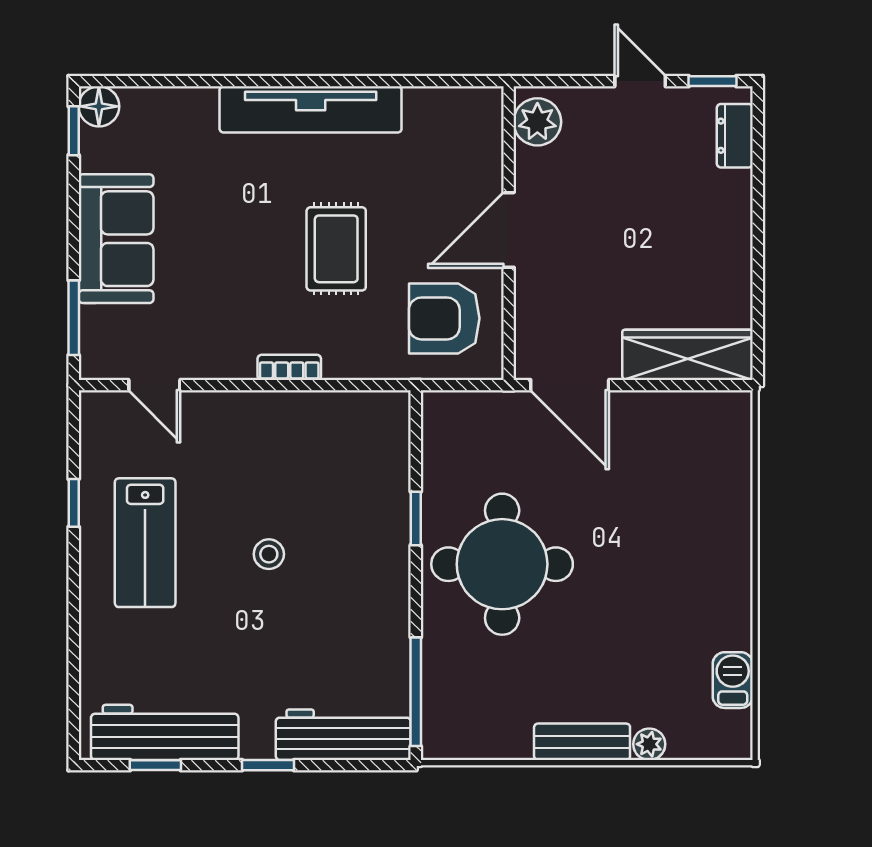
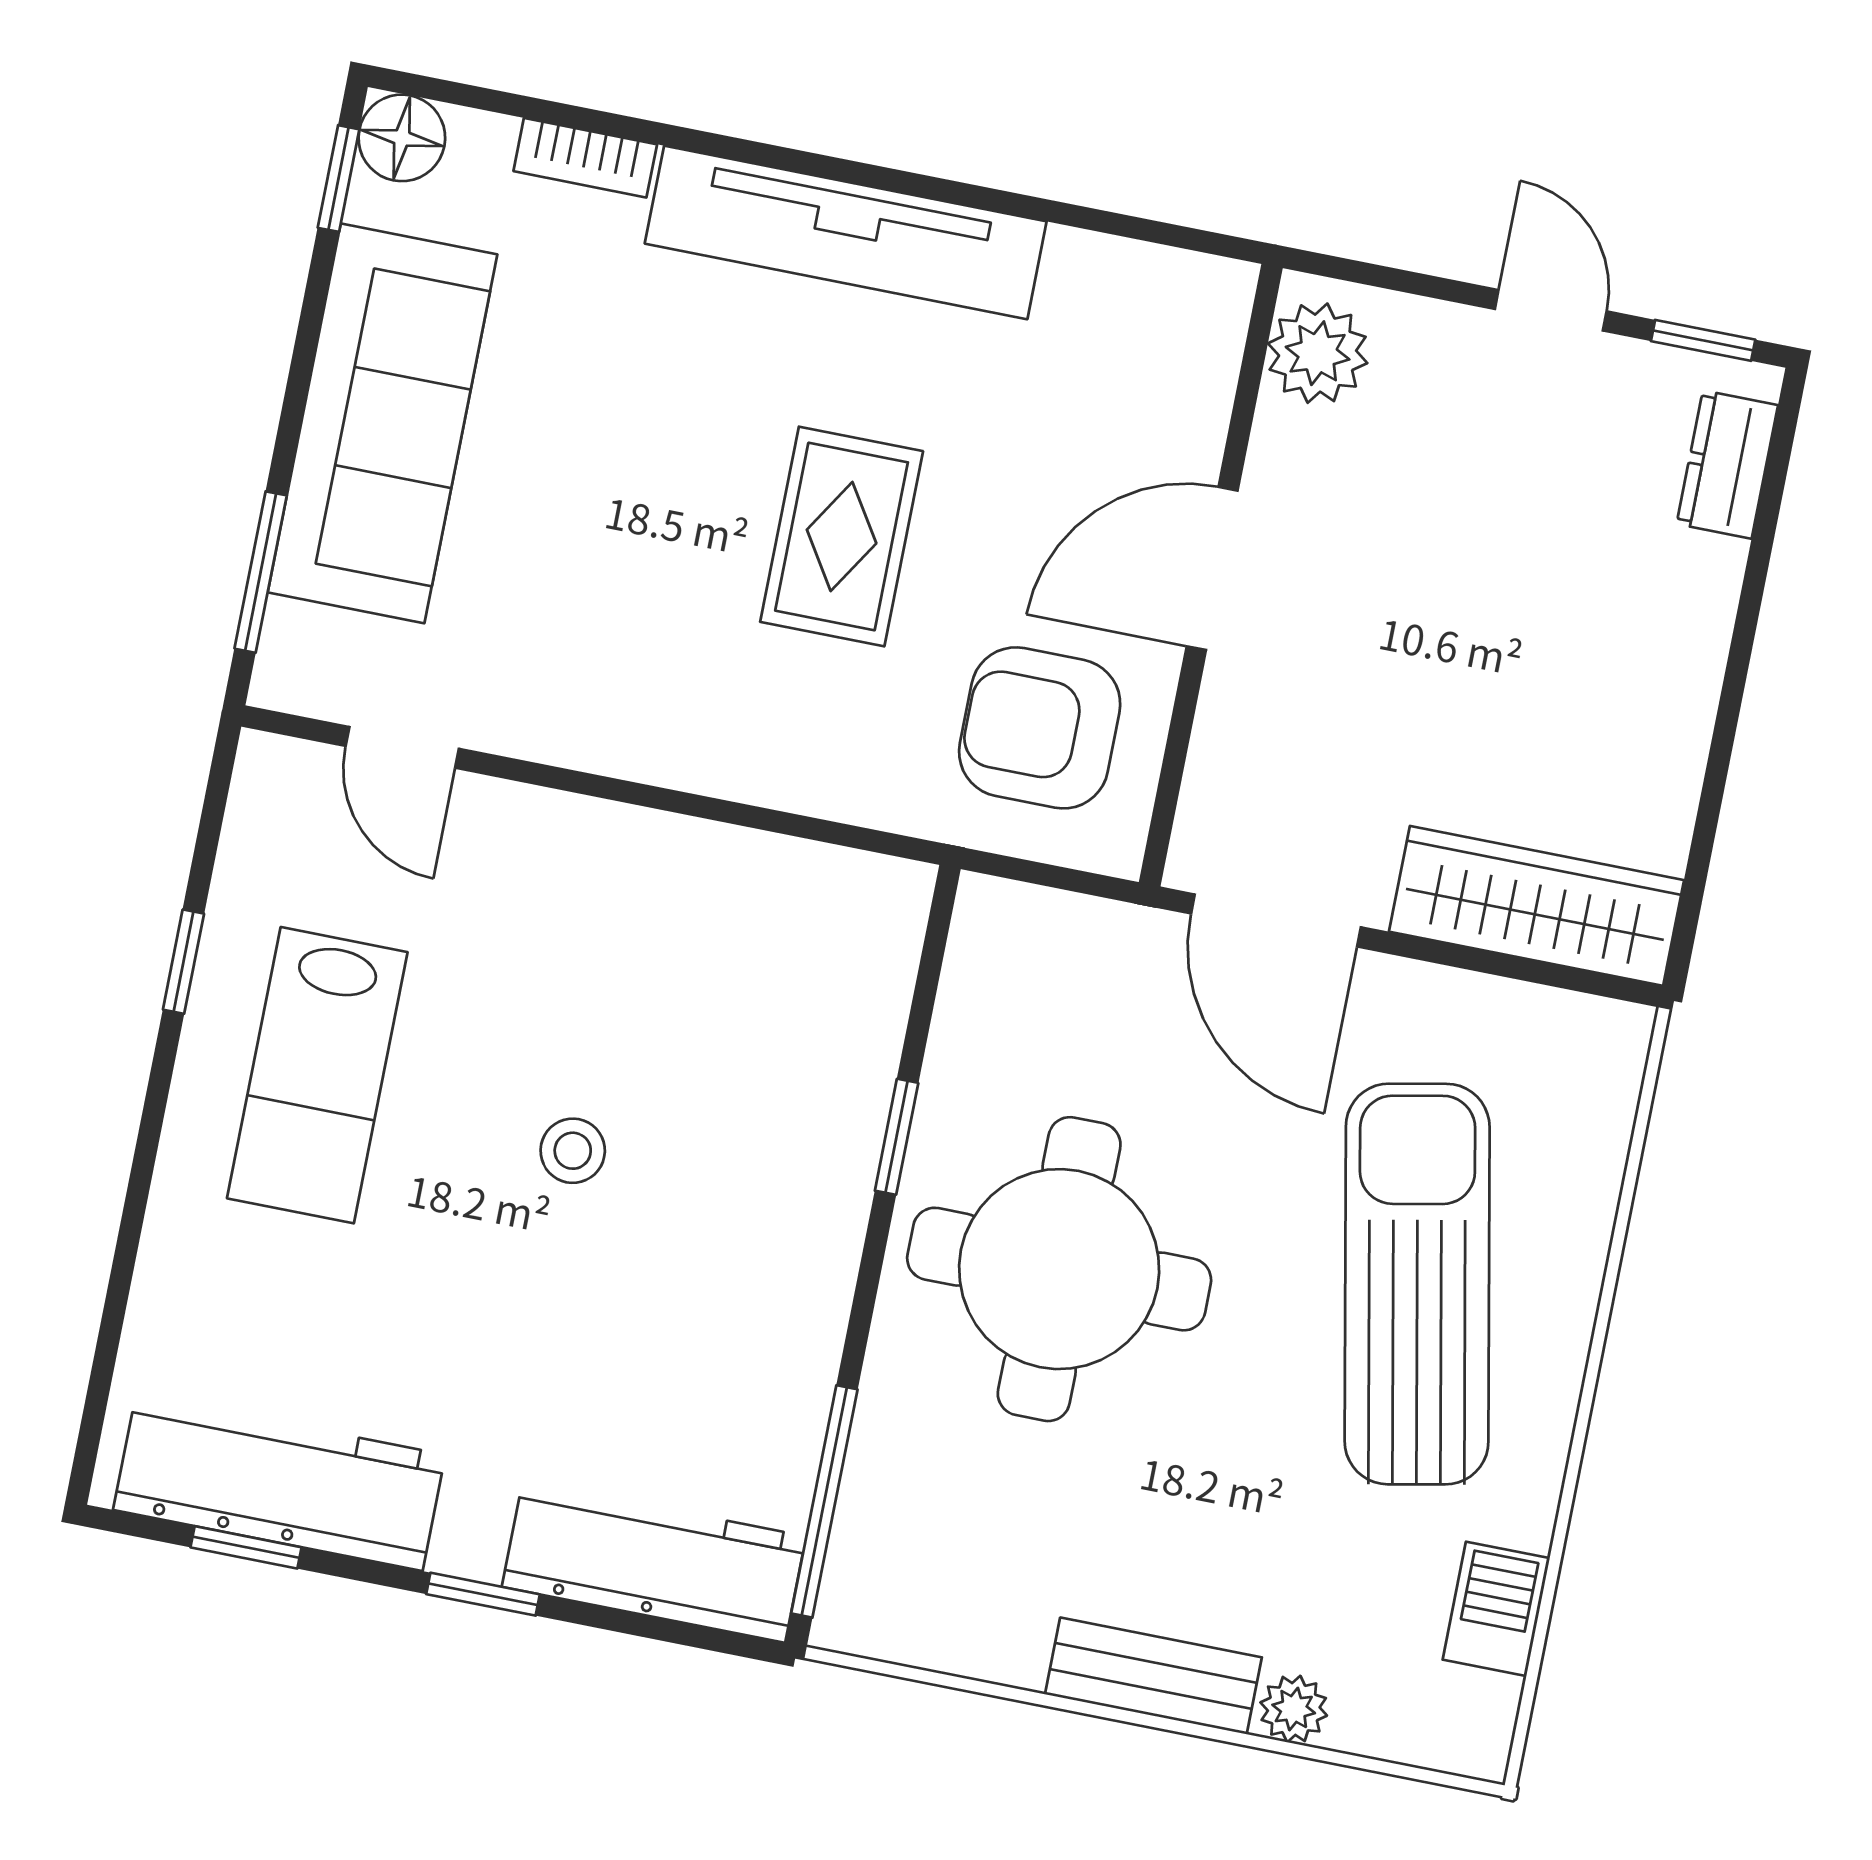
sofa: (116, 239) -> (383, 423), width x1.36
bookcase: (289, 367) -> (585, 158), moved, turned 180
sun lounger: (667, 539) -> (1417, 1284), added

